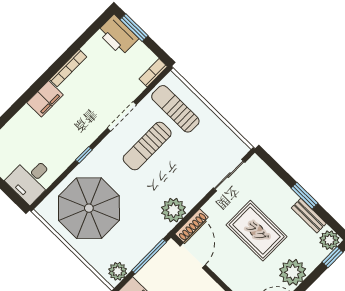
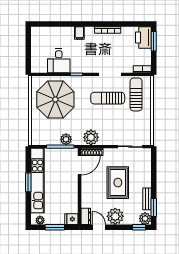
filing cabinet: (45, 99) -> (79, 33), width x0.50
desk: (31, 180) -> (59, 61), moved, turned -90
window: (304, 196) -> (154, 208), moved
plant: (118, 271) -> (66, 139), moved

